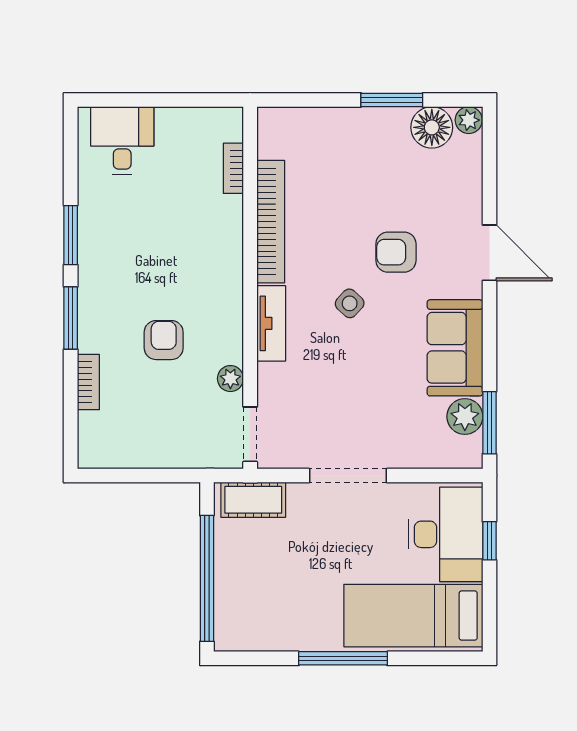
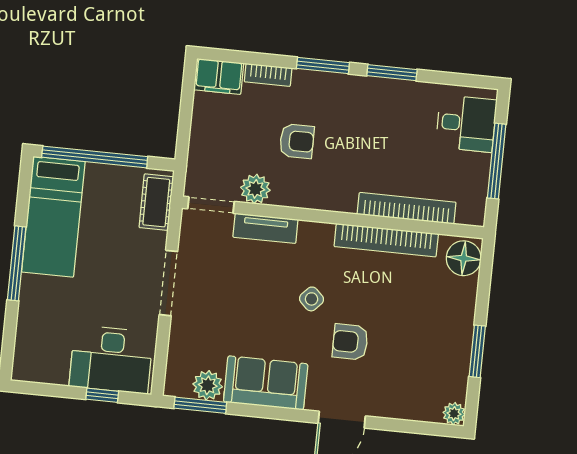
window: (163, 100) -> (497, 161), added
floor lamp: (432, 127) -> (464, 258), moved
bookcase: (233, 168) -> (407, 208), width x2.31, depth x1.31
armchair: (396, 252) -> (350, 342), turned -90
tv unit: (271, 323) -> (265, 228), moved
plant: (230, 379) -> (255, 189), width x1.38, depth x1.38
filing cabinet: (96, 441) -> (219, 76), added
bed: (413, 616) -> (53, 217), moved, turned 180

